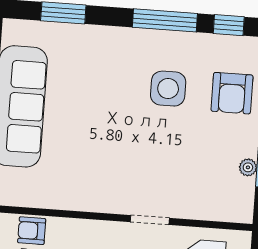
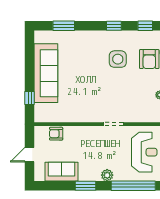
window: (165, 20) -> (114, 26), width x0.46

